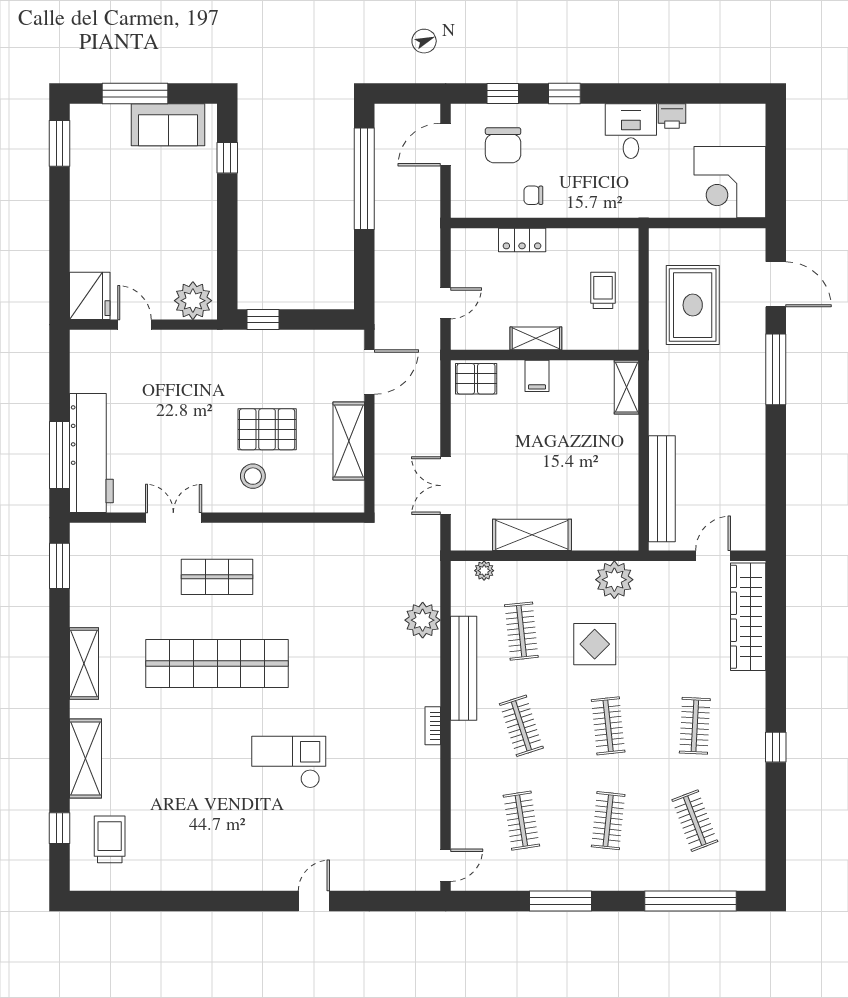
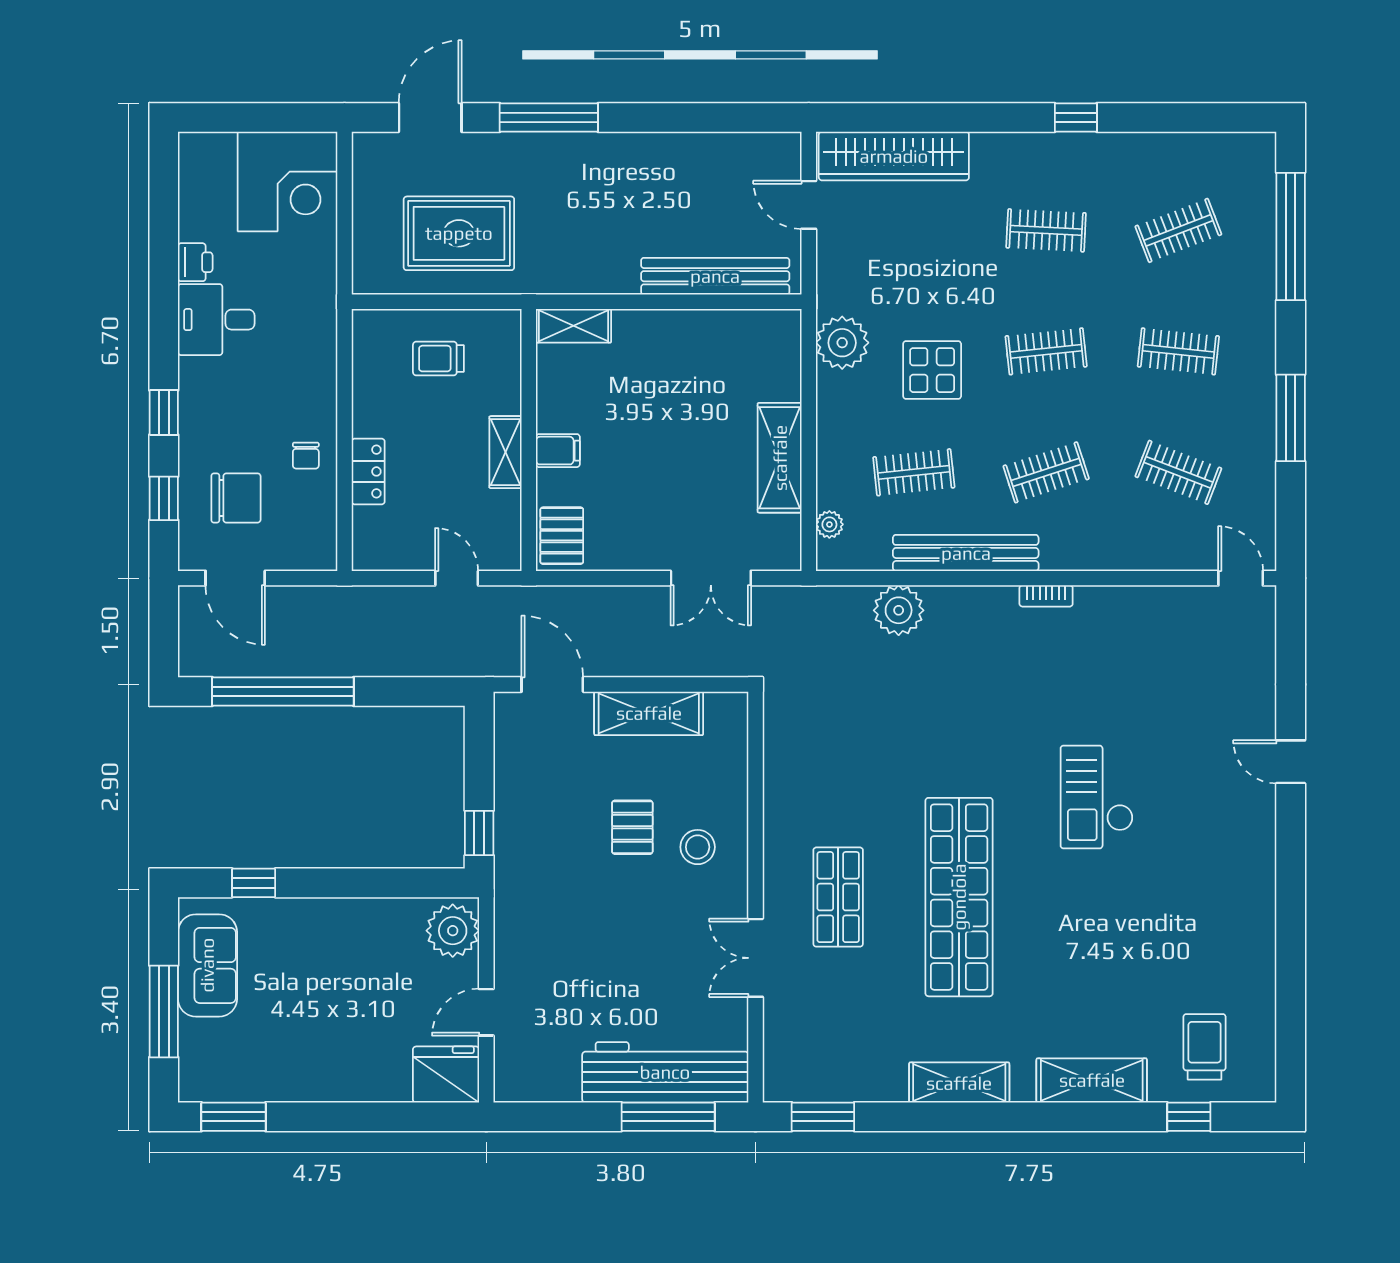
pallet: (267, 429) -> (632, 827), width x0.67, depth x0.71
clothes rail: (521, 821) -> (1178, 472), turned 30
trolley: (110, 839) -> (1205, 1047), turned 90

